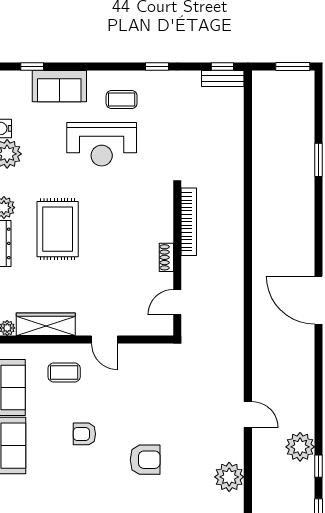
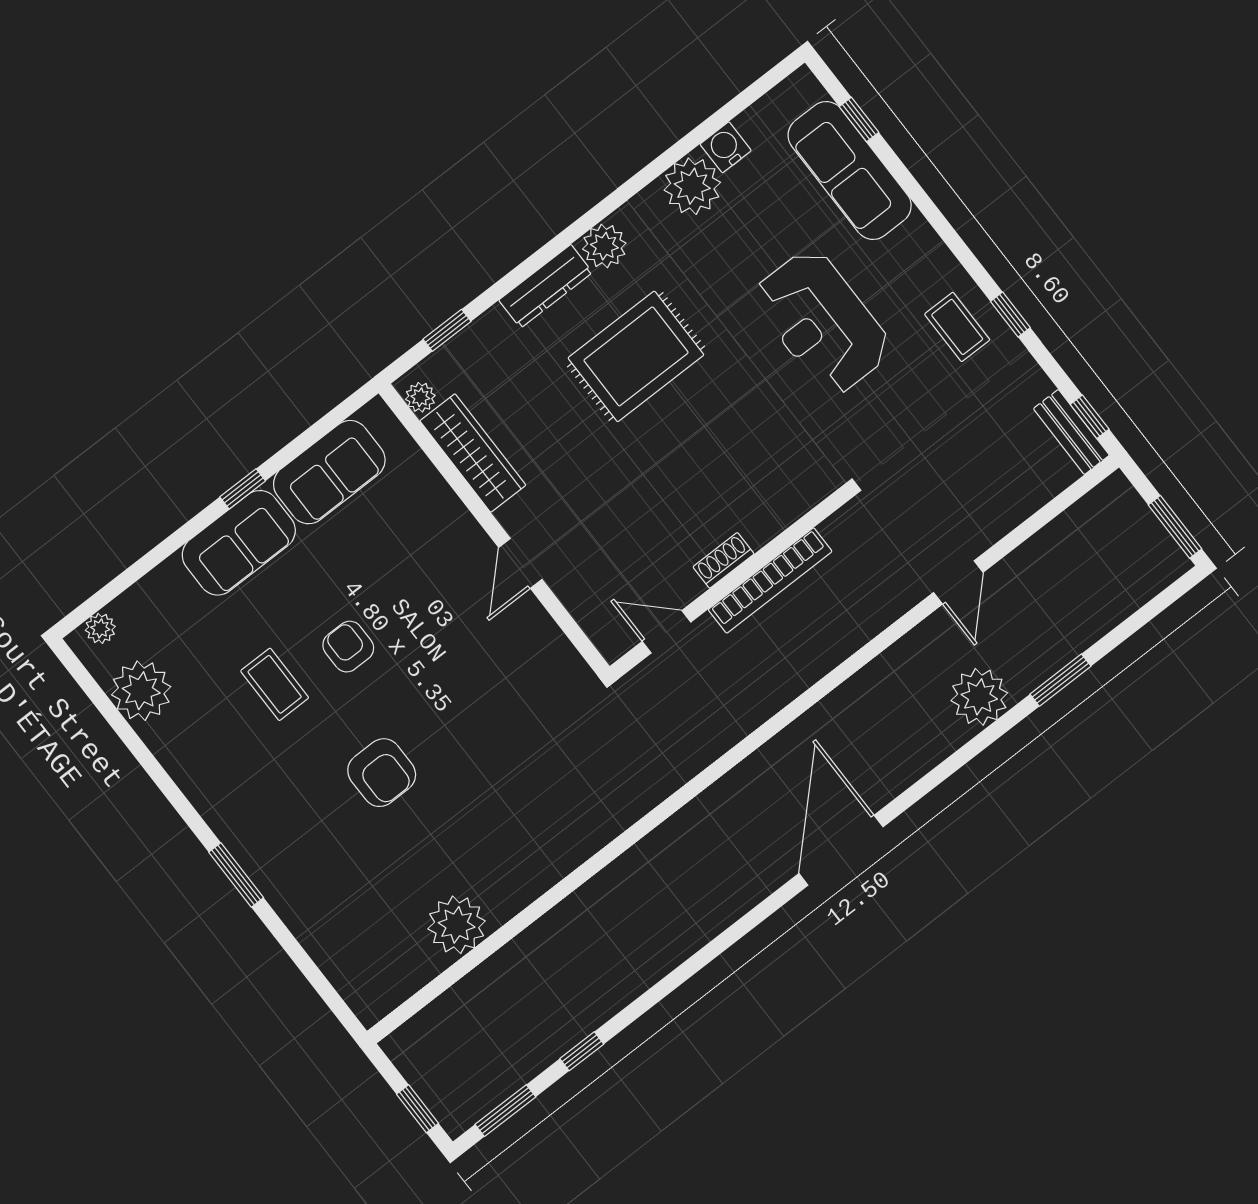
sofa: (59, 86) -> (850, 170), width x1.36
coffee table: (122, 100) -> (957, 327), moved
bookcase: (189, 222) -> (770, 580), moved
coffee table: (64, 373) -> (275, 684), moved
door: (248, 415) -> (958, 582), moved
plant: (300, 447) -> (979, 697), moved

